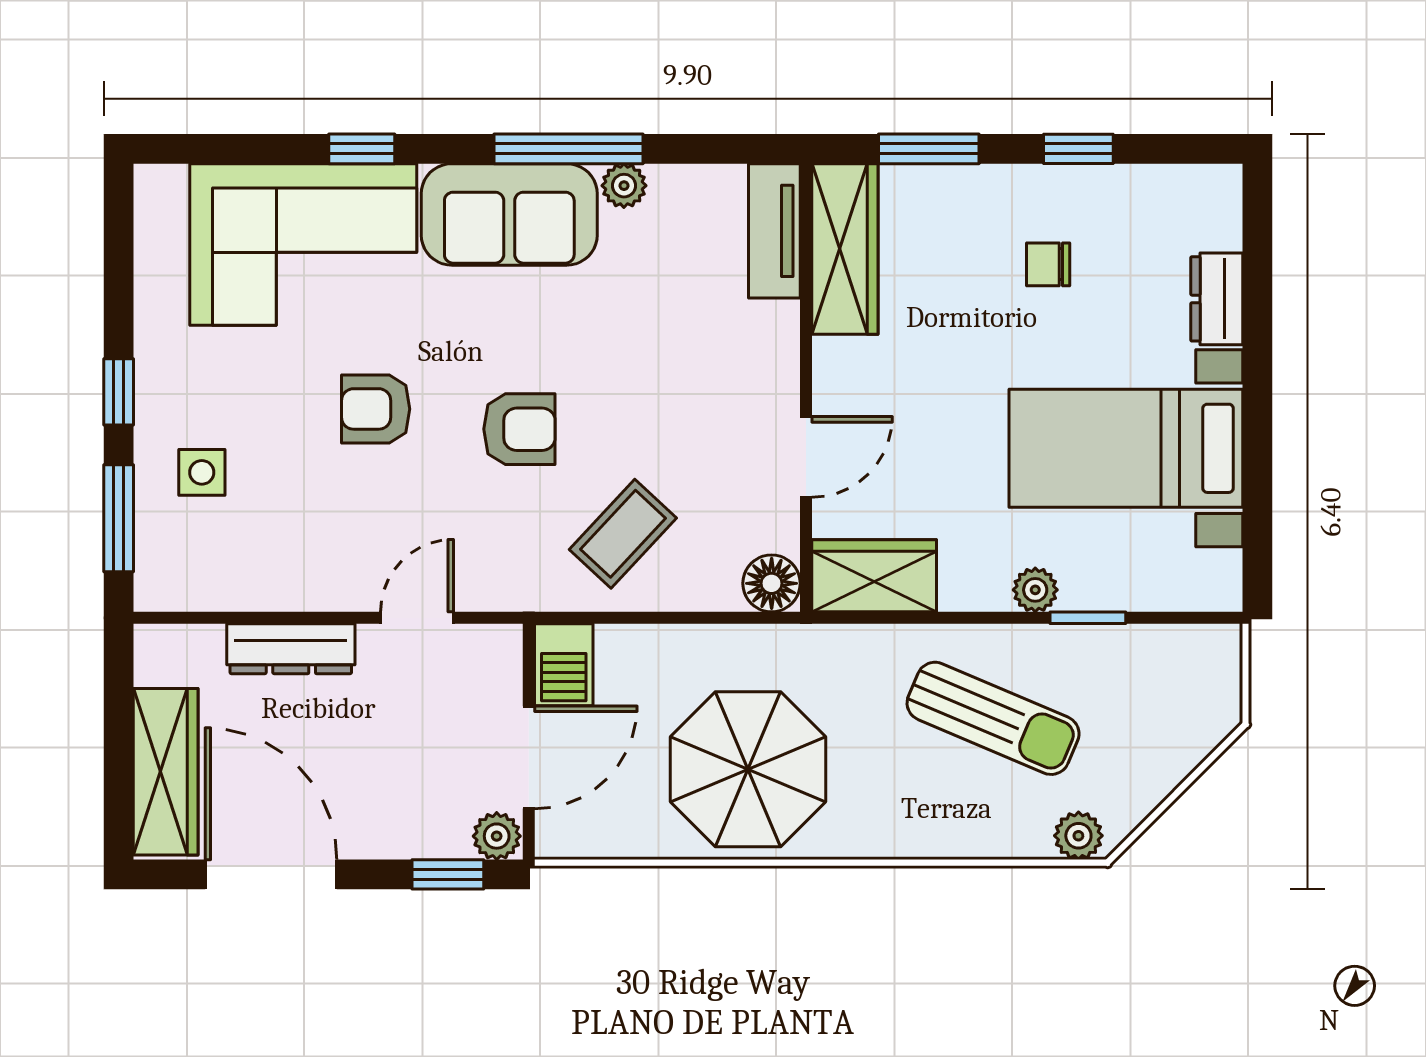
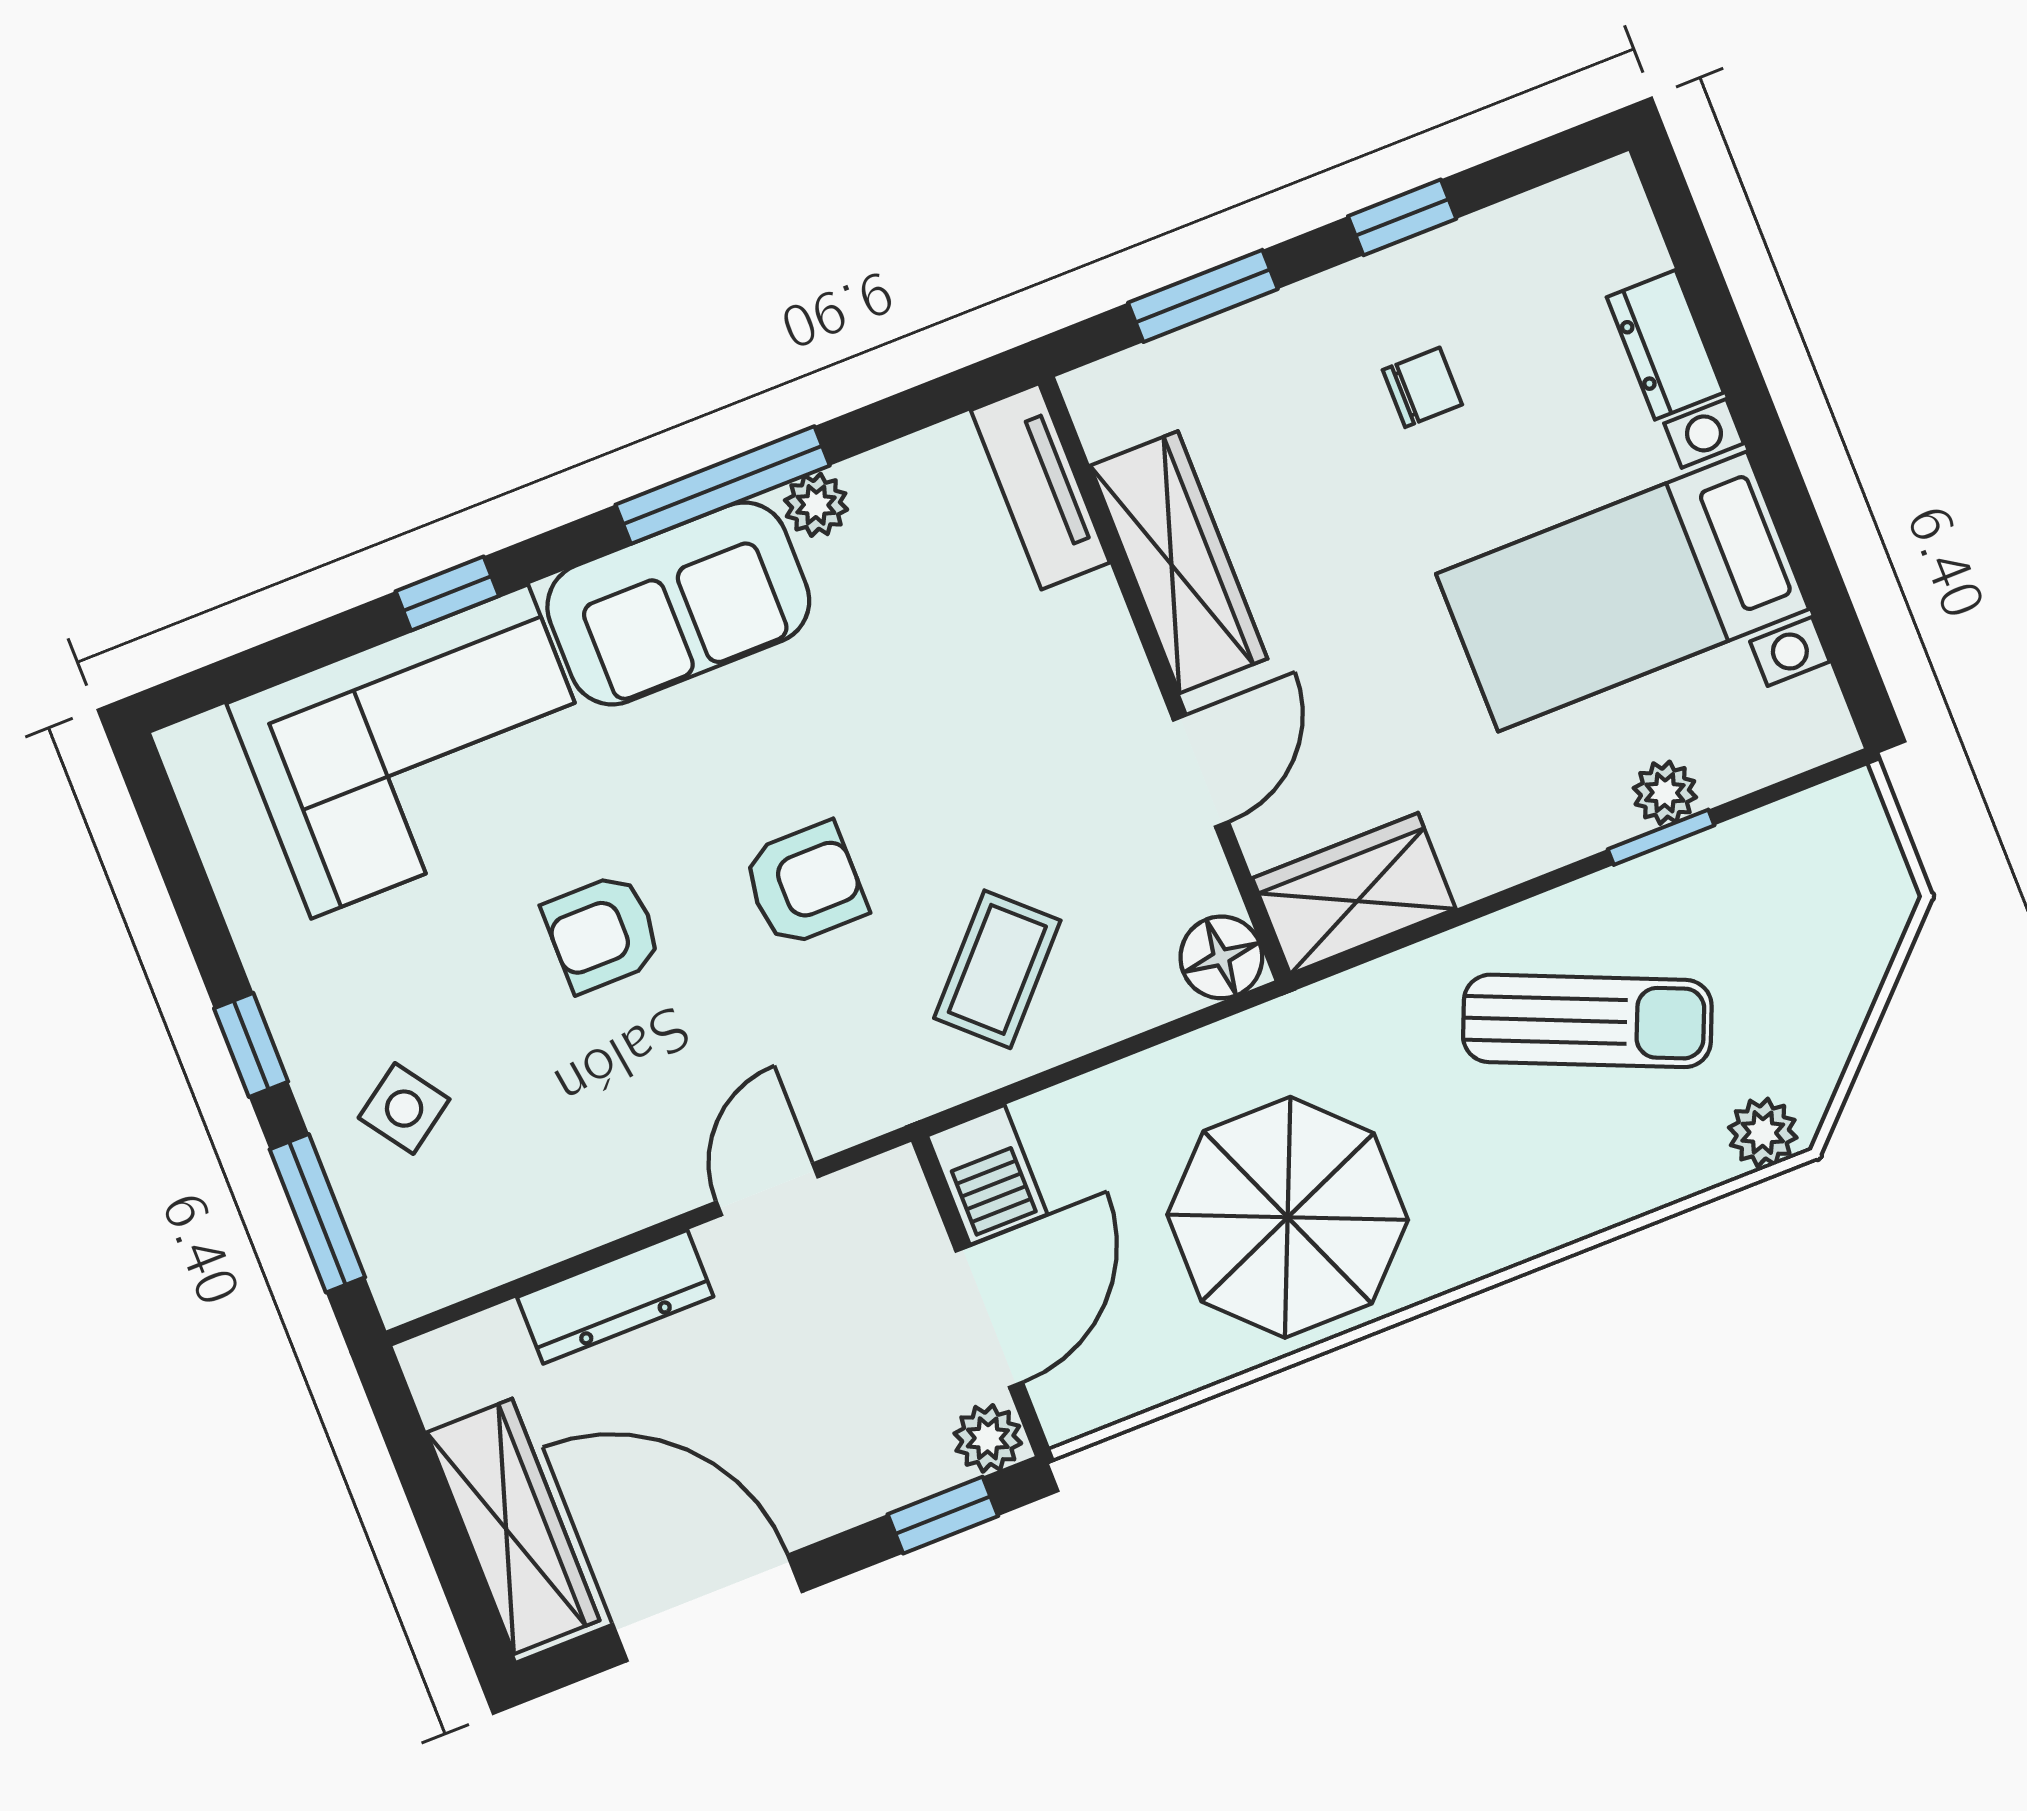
wardrobe: (845, 249) -> (1179, 562), moved
chair: (1048, 264) -> (1422, 387), turned 180
side table: (202, 472) -> (404, 1109), turned -35
plant: (1035, 590) -> (1665, 793), moved

